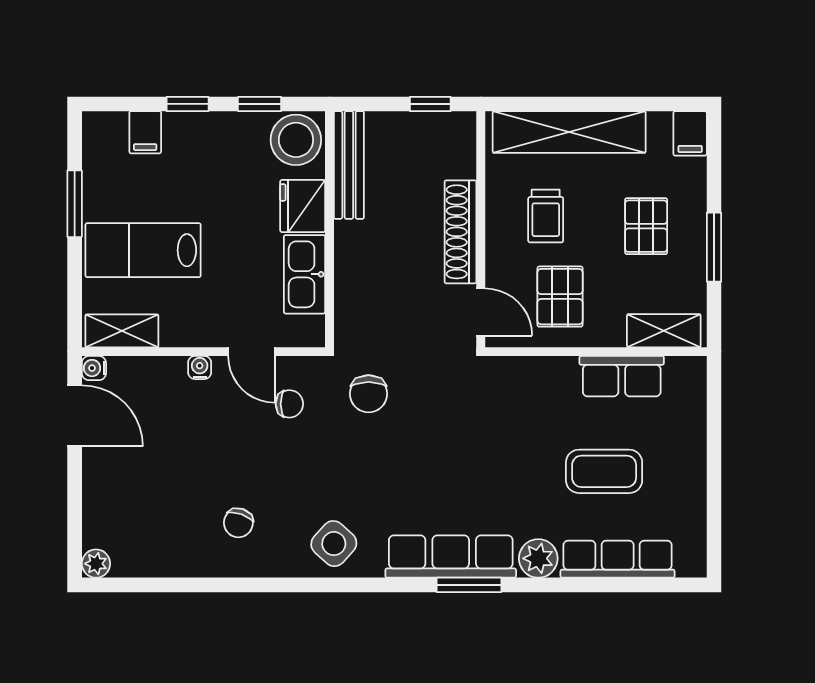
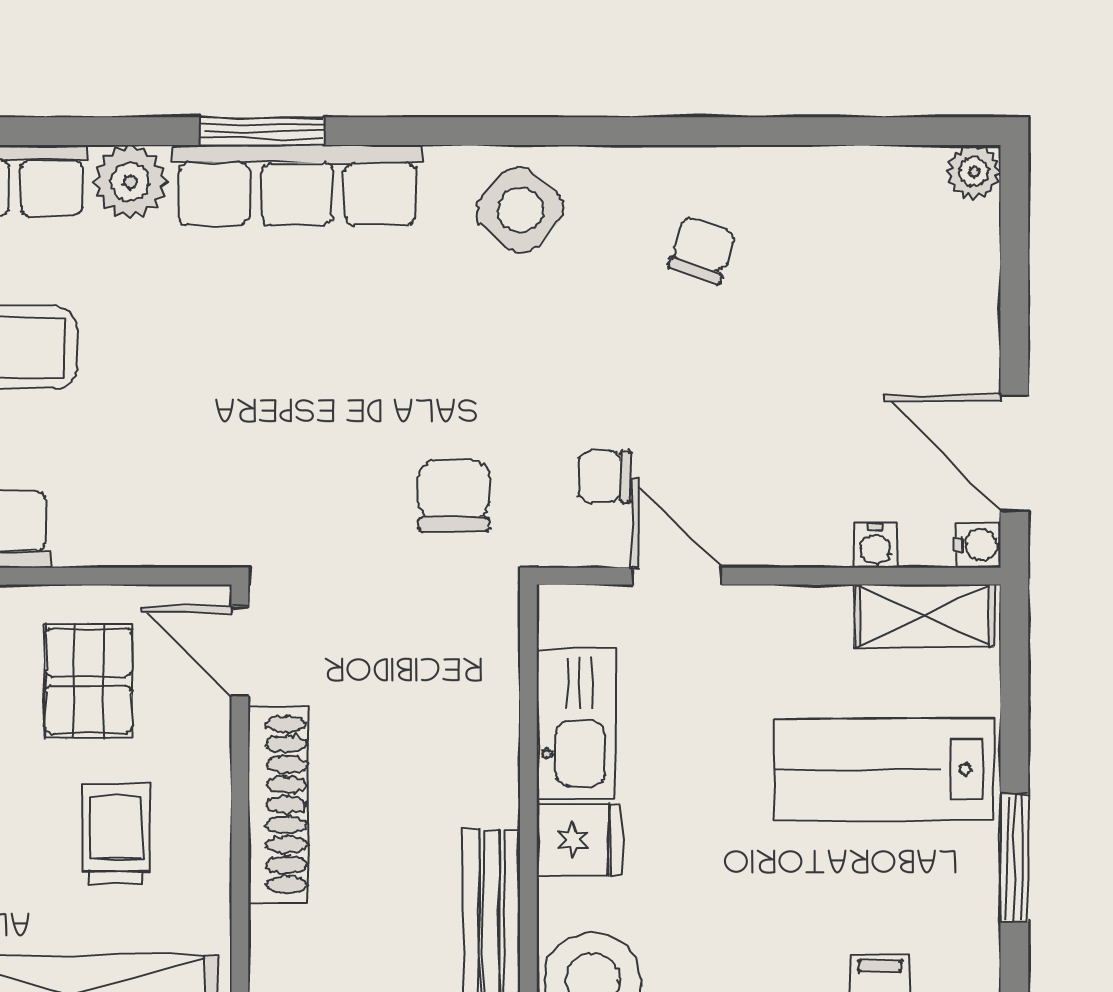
fridge: (303, 206) -> (579, 840), width x0.72
lab bench: (143, 250) -> (884, 770), turned 180
water cooler: (200, 367) -> (875, 546), moved

